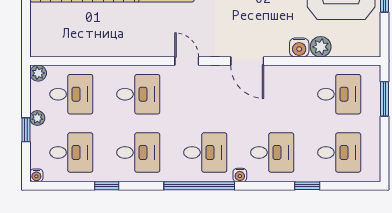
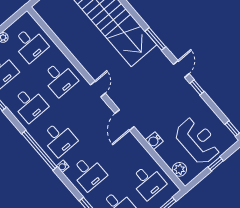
plant: (321, 47) -> (179, 169), moved
plant: (38, 73) -> (26, 18), removed

